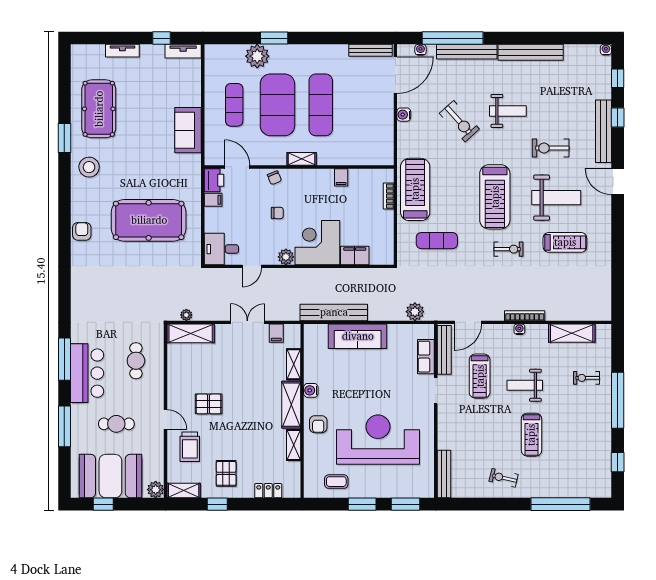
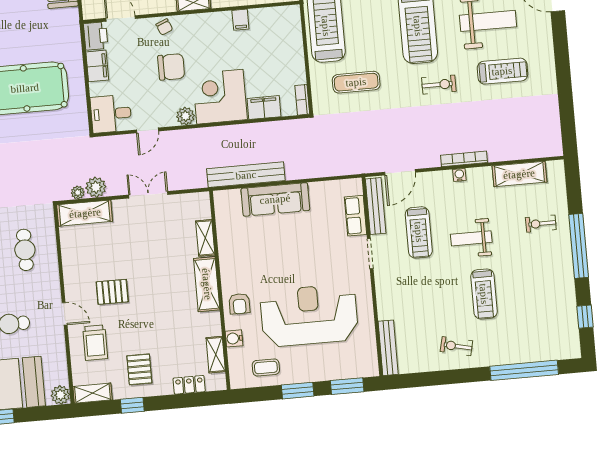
bookcase: (389, 196) -> (302, 100), moved
filing cabinet: (213, 200) -> (97, 66), width x2.00
chair: (277, 213) -> (171, 67), width x1.87, depth x1.87
plant: (415, 312) -> (96, 187), moved
filing cabinet: (276, 333) -> (182, 204), removed
water cooler: (311, 390) -> (234, 338), moved
shelving: (294, 445) -> (216, 355), moved

